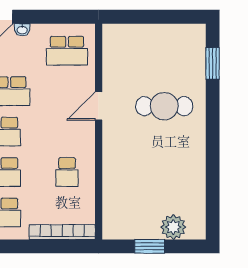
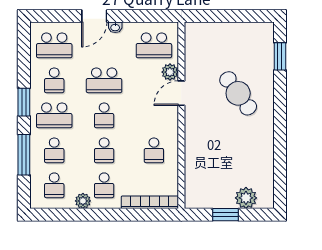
plant: (85, 82) -> (170, 72), added
cafe table: (164, 106) -> (238, 93), turned 54

